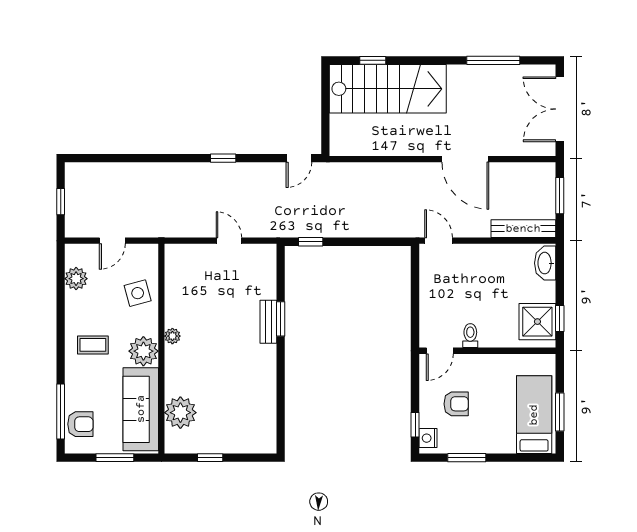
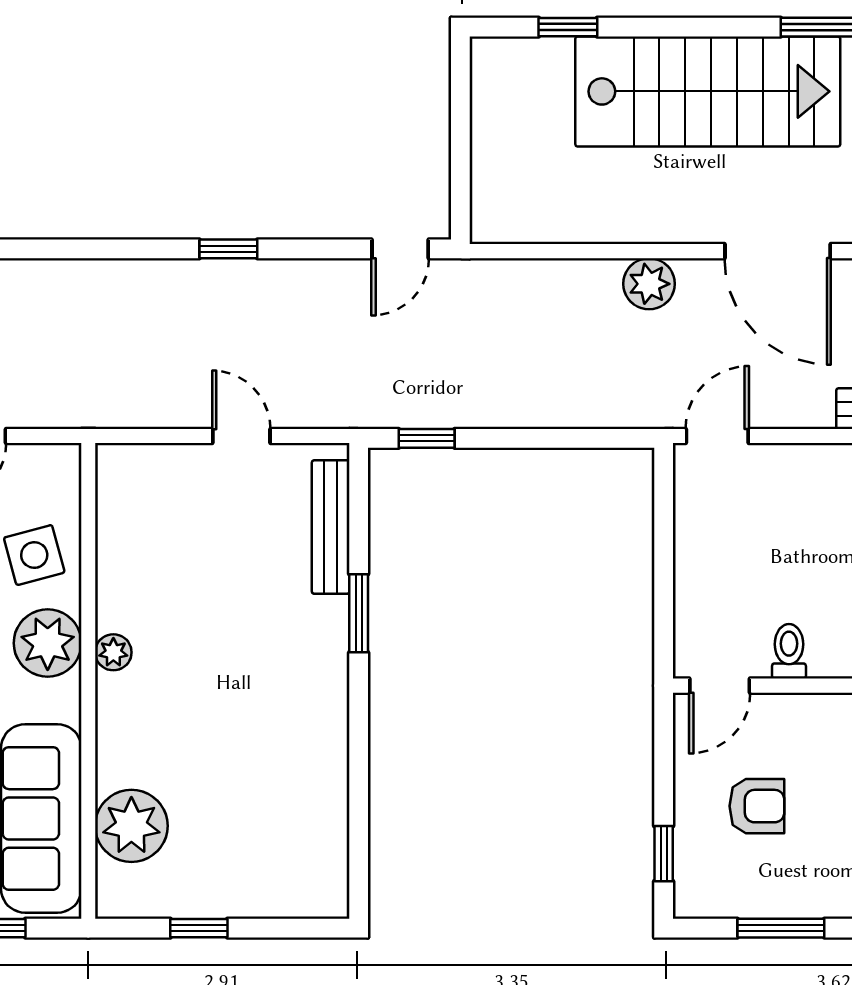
stairs: (388, 89) -> (708, 91), moved
plant: (409, 174) -> (649, 284), added
door: (439, 241) -> (717, 436), hinge flipped
bench: (268, 322) -> (331, 527), moved, width x1.36
plant: (143, 351) -> (48, 643), moved
nightstand: (428, 438) -> (693, 884), removed

